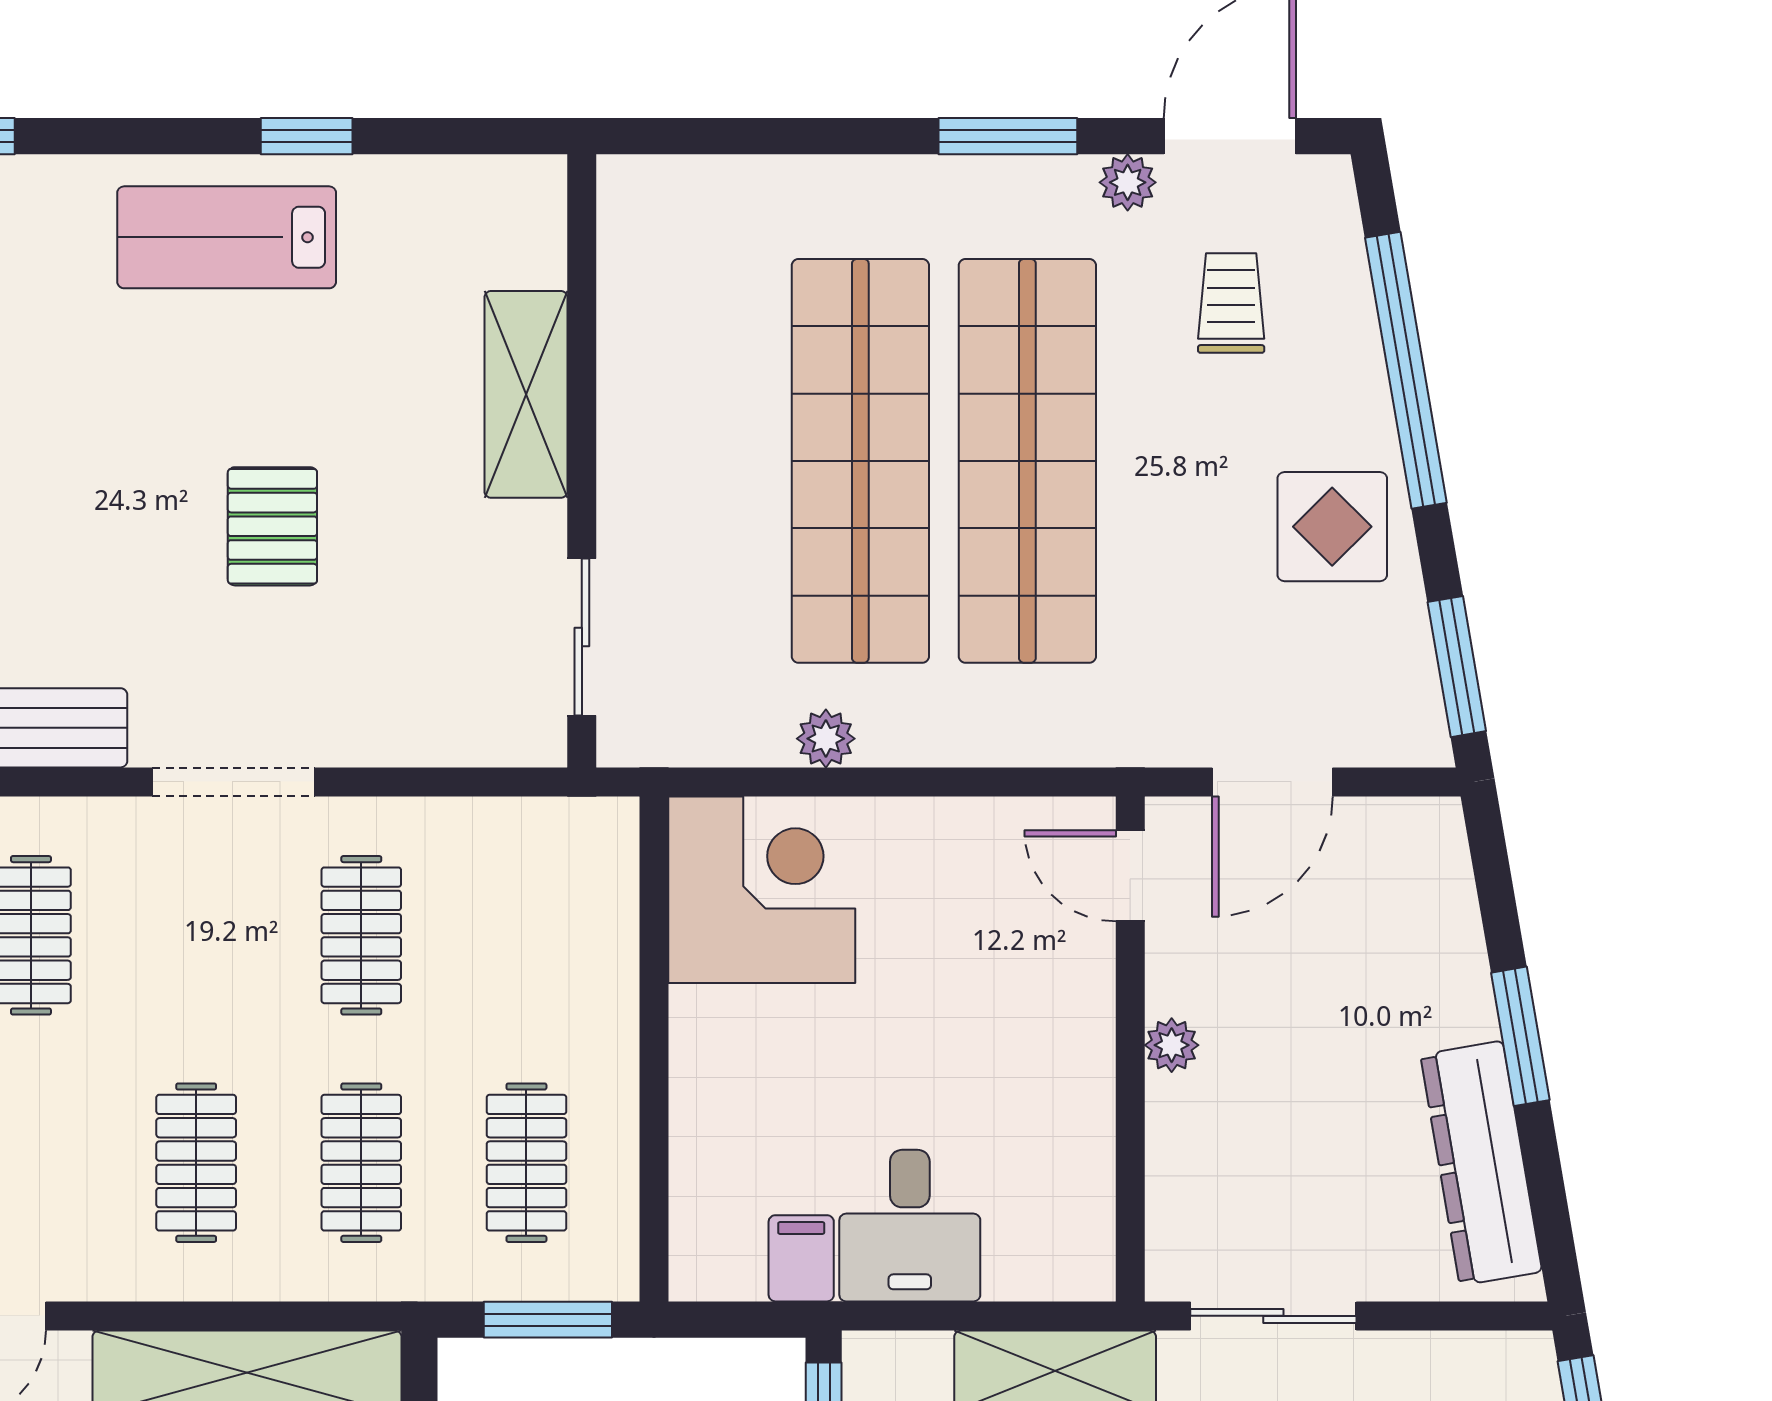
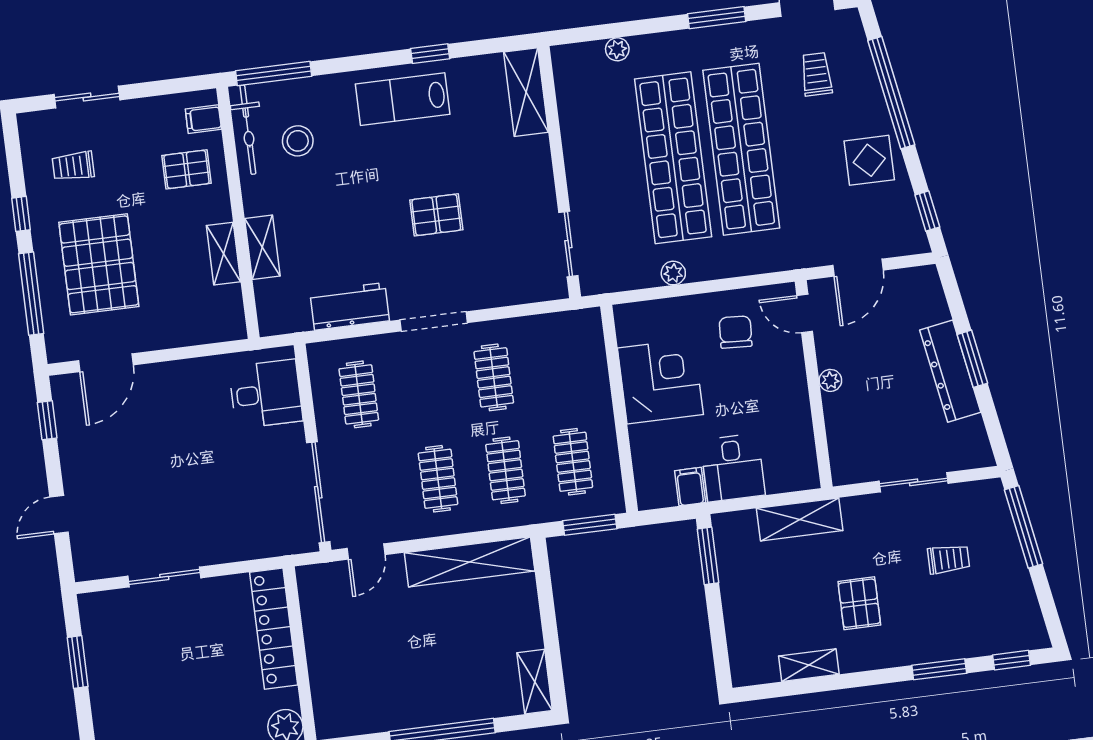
plant: (1128, 182) -> (617, 49), moved
shelving: (526, 394) -> (526, 92), moved
pallet: (272, 526) -> (436, 215), turned 90
window: (1457, 667) -> (927, 211), width x0.67
corner desk: (762, 890) -> (660, 381), moved
chair: (958, 900) -> (736, 332), added
dresser: (1481, 1163) -> (950, 371), moved
sliding door: (1273, 1316) -> (914, 482), moved

